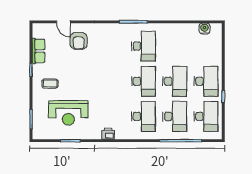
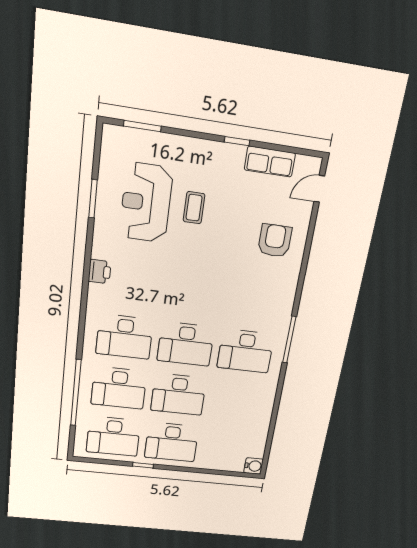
door: (63, 22) -> (319, 189), moved
water cooler: (204, 29) -> (254, 466), moved
armchair: (79, 41) -> (275, 241), turned 90
coffee table: (50, 84) -> (194, 208), moved

